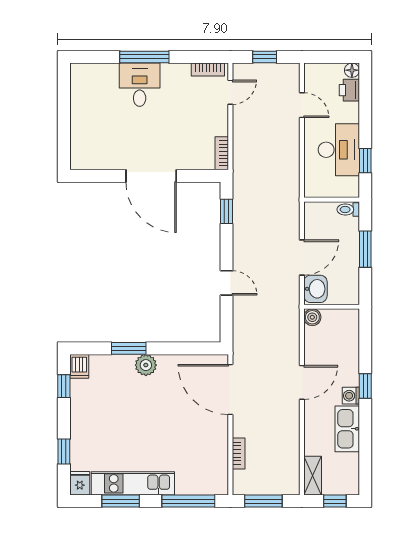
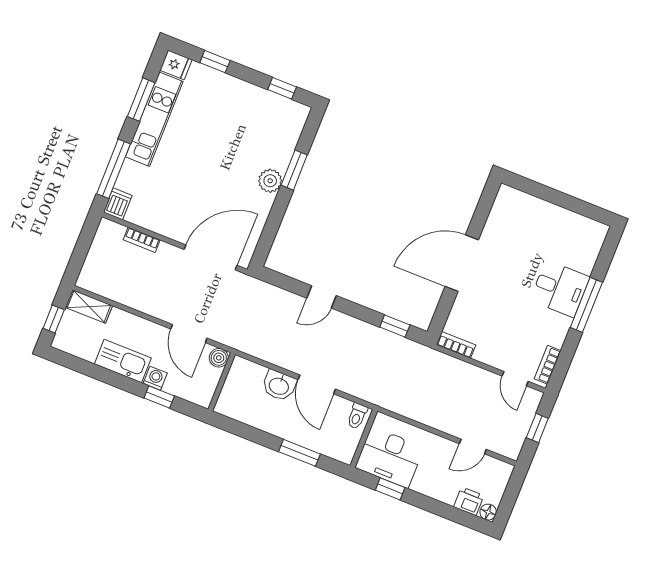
desk: (339, 150) -> (390, 457), moved
toilet: (348, 209) -> (357, 416), moved, turned 180
wall: (332, 307) -> (222, 382), moved
boiler: (312, 317) -> (219, 358), moved
dishwasher: (79, 366) -> (118, 204), moved, turned 90
window: (263, 501) -> (83, 246), removed

